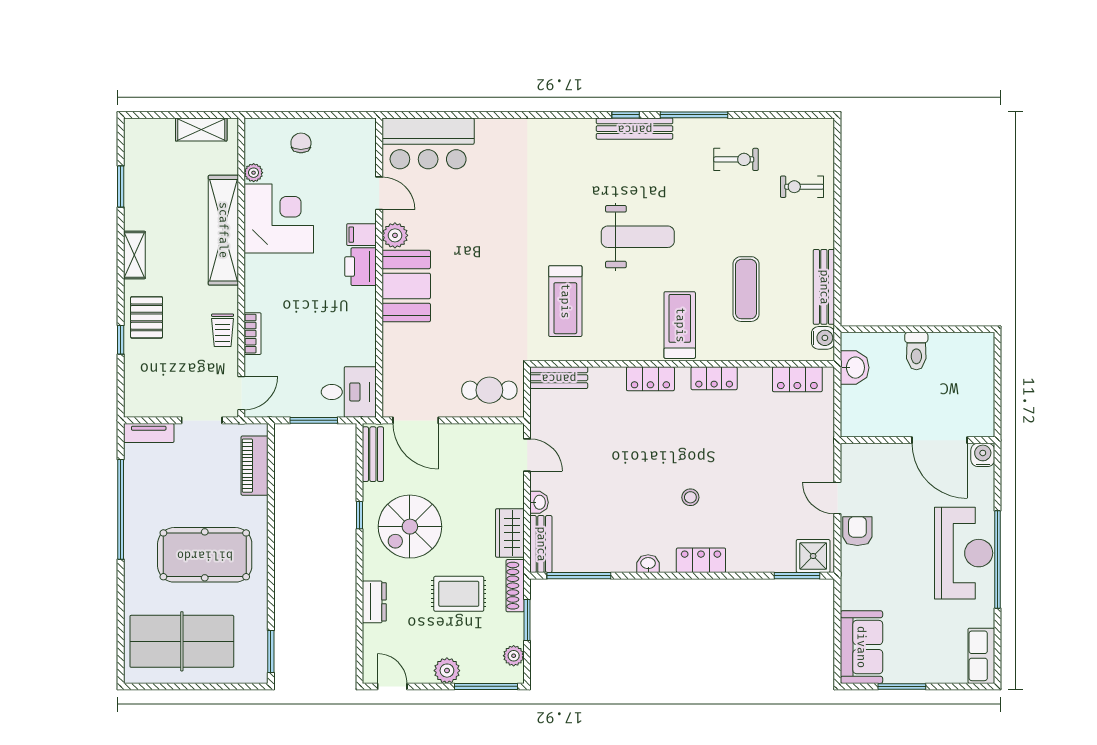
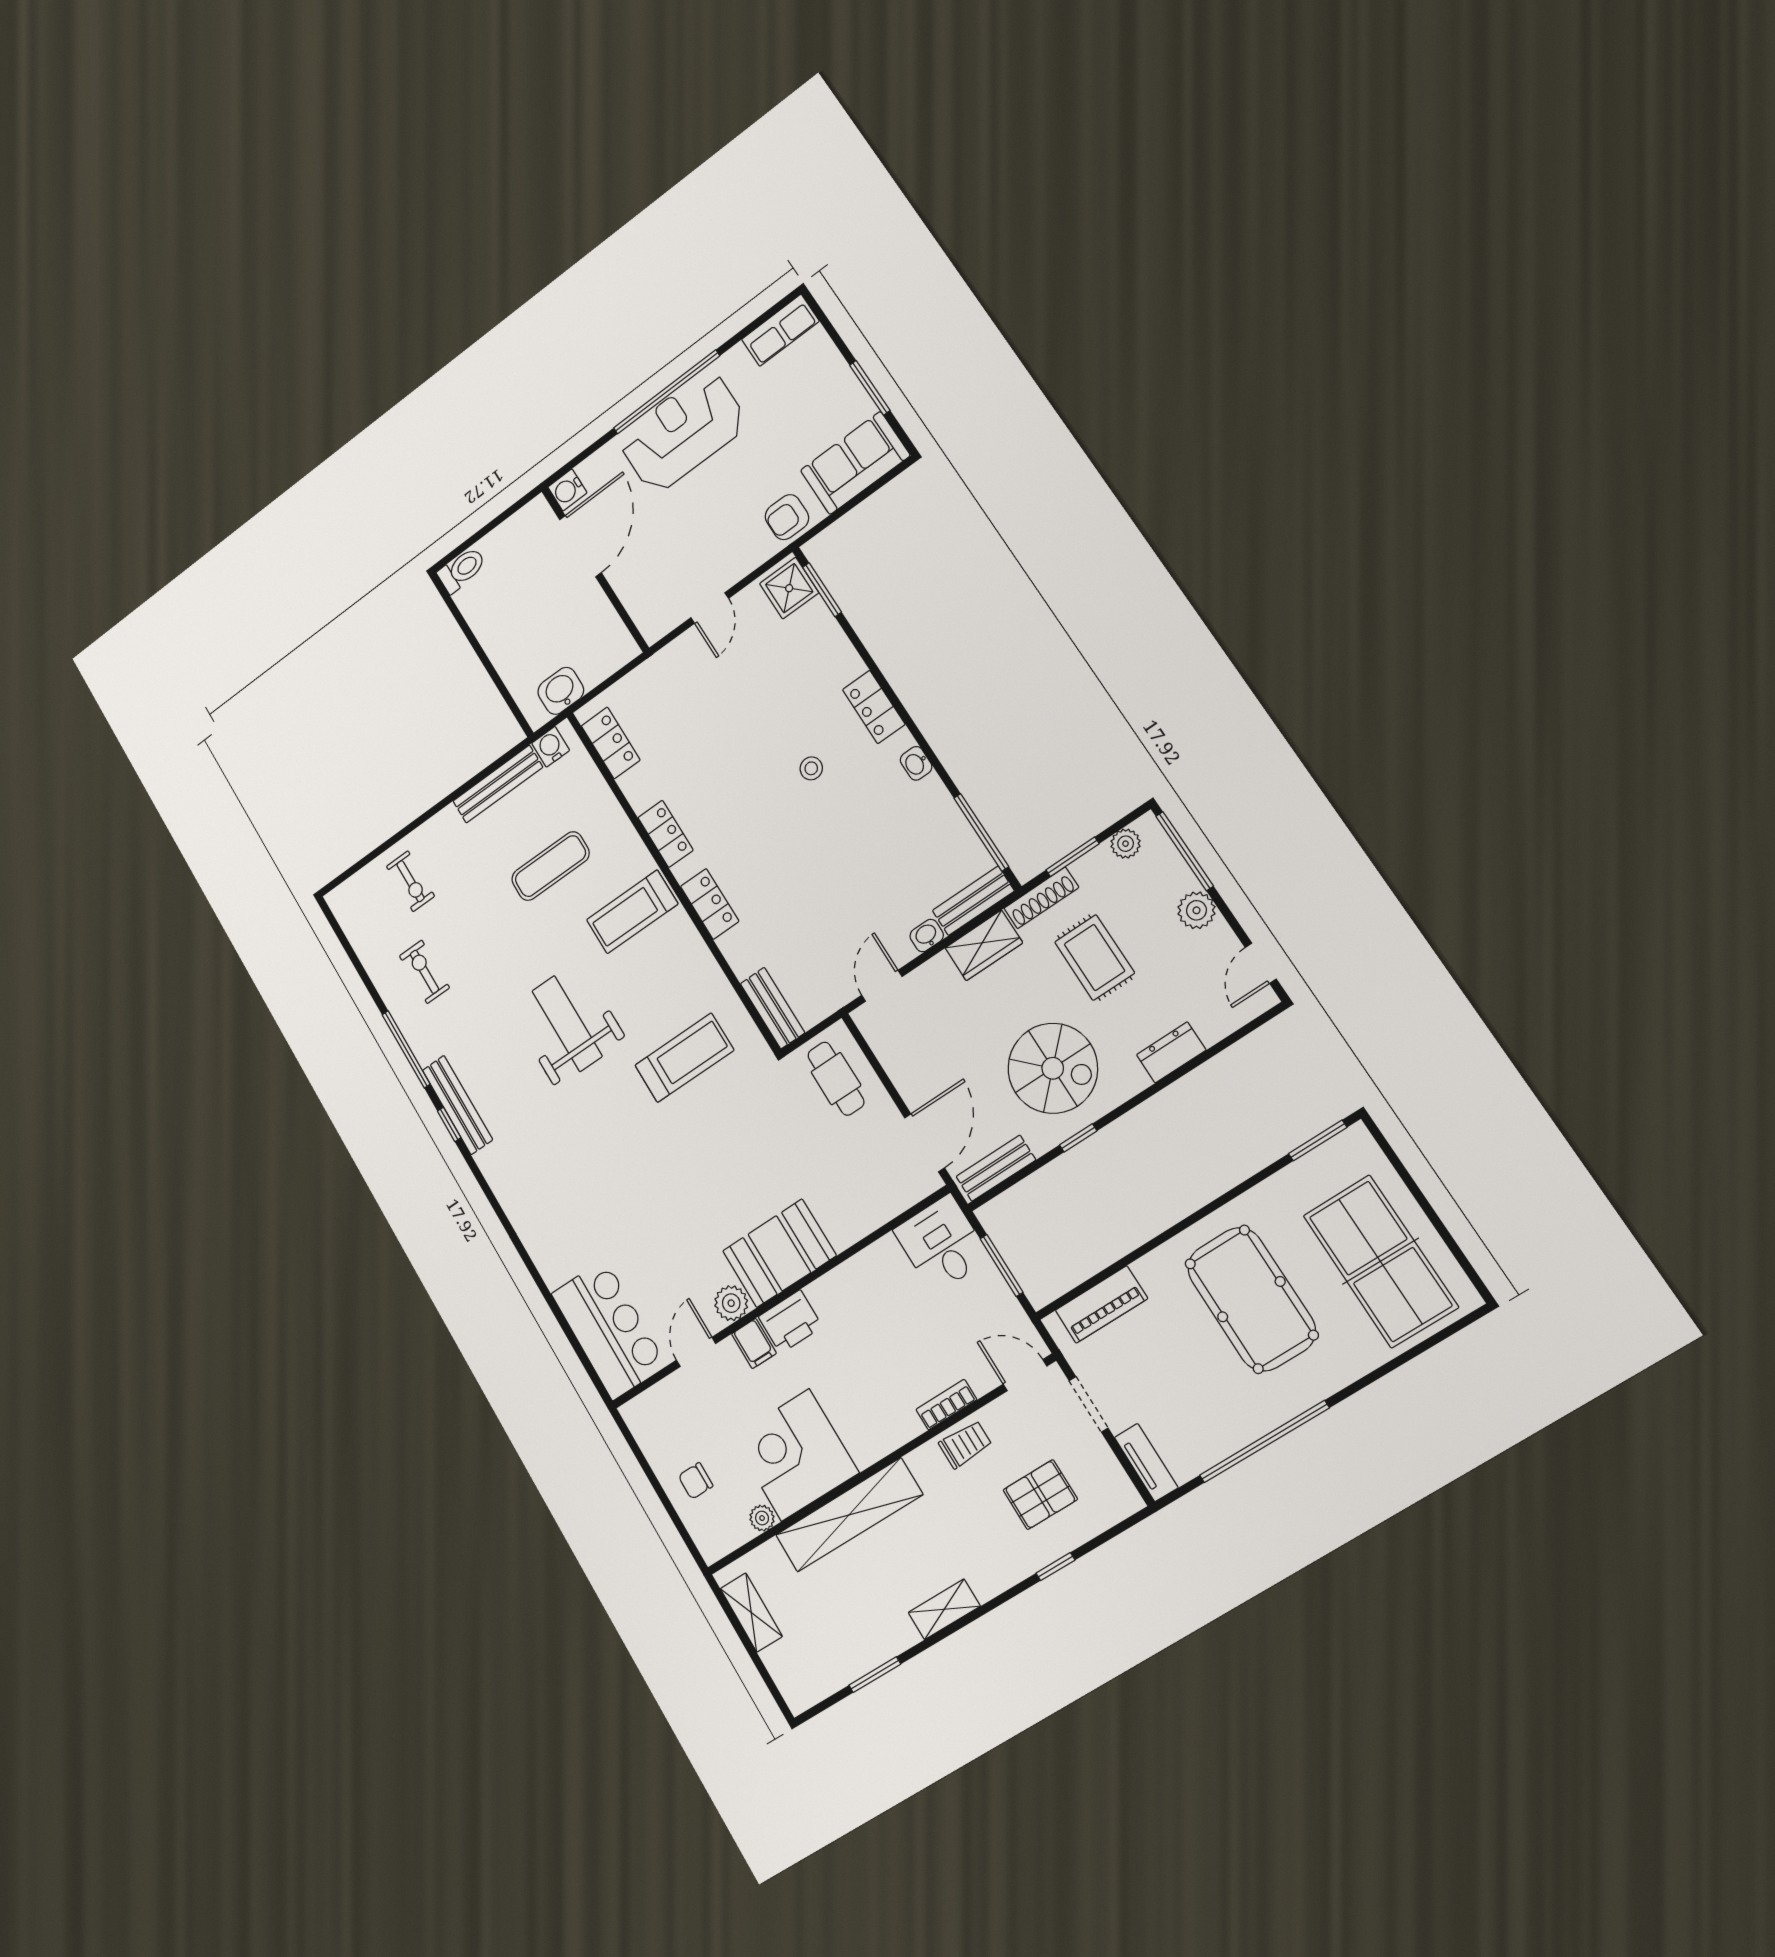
pallet: (147, 317) -> (1040, 1495), moved
toilet: (916, 351) -> (462, 570), moved
armchair: (857, 531) -> (787, 517), moved

